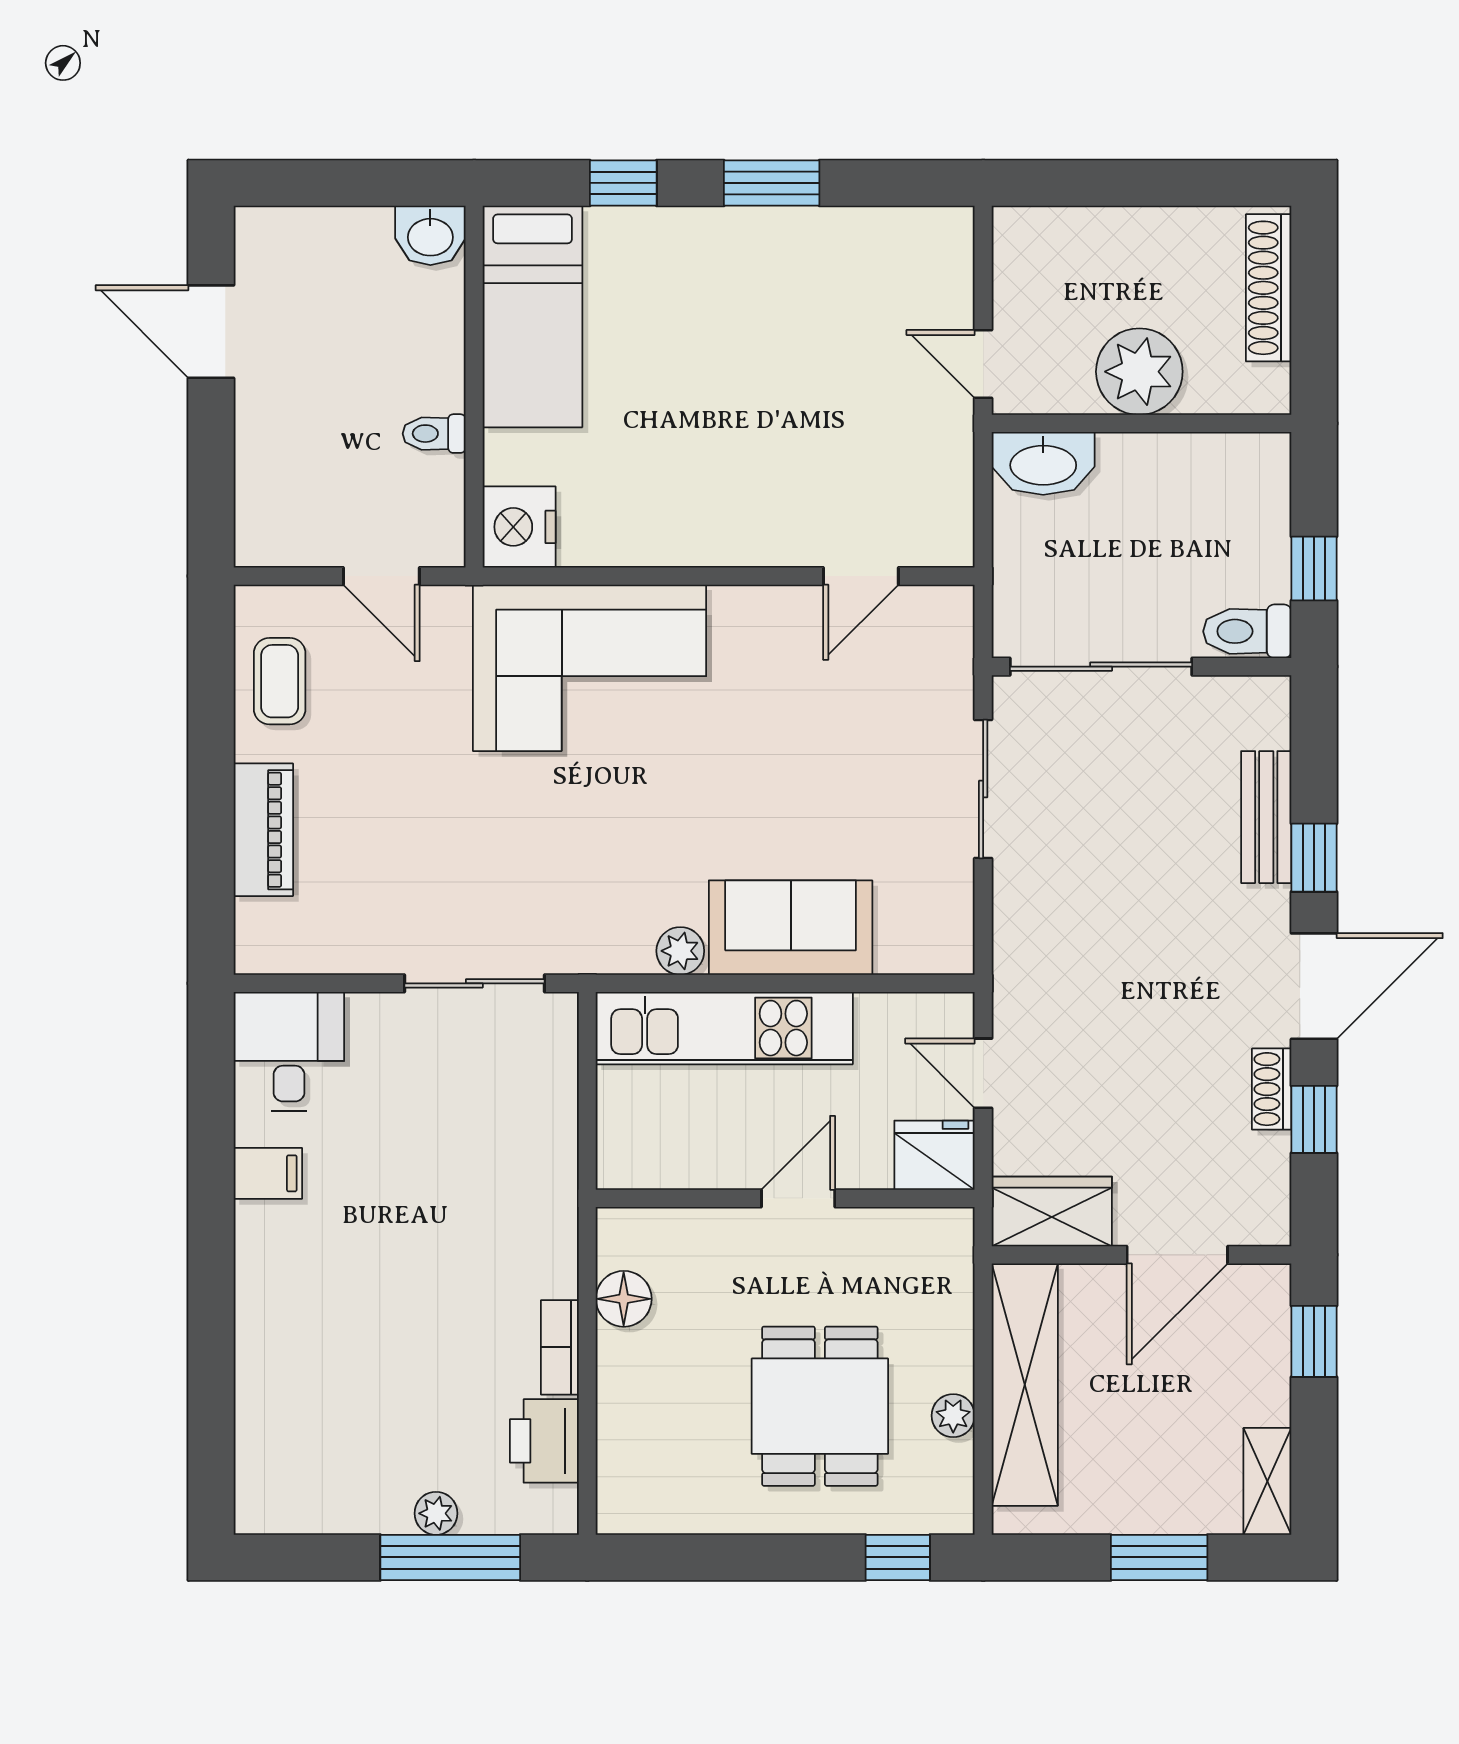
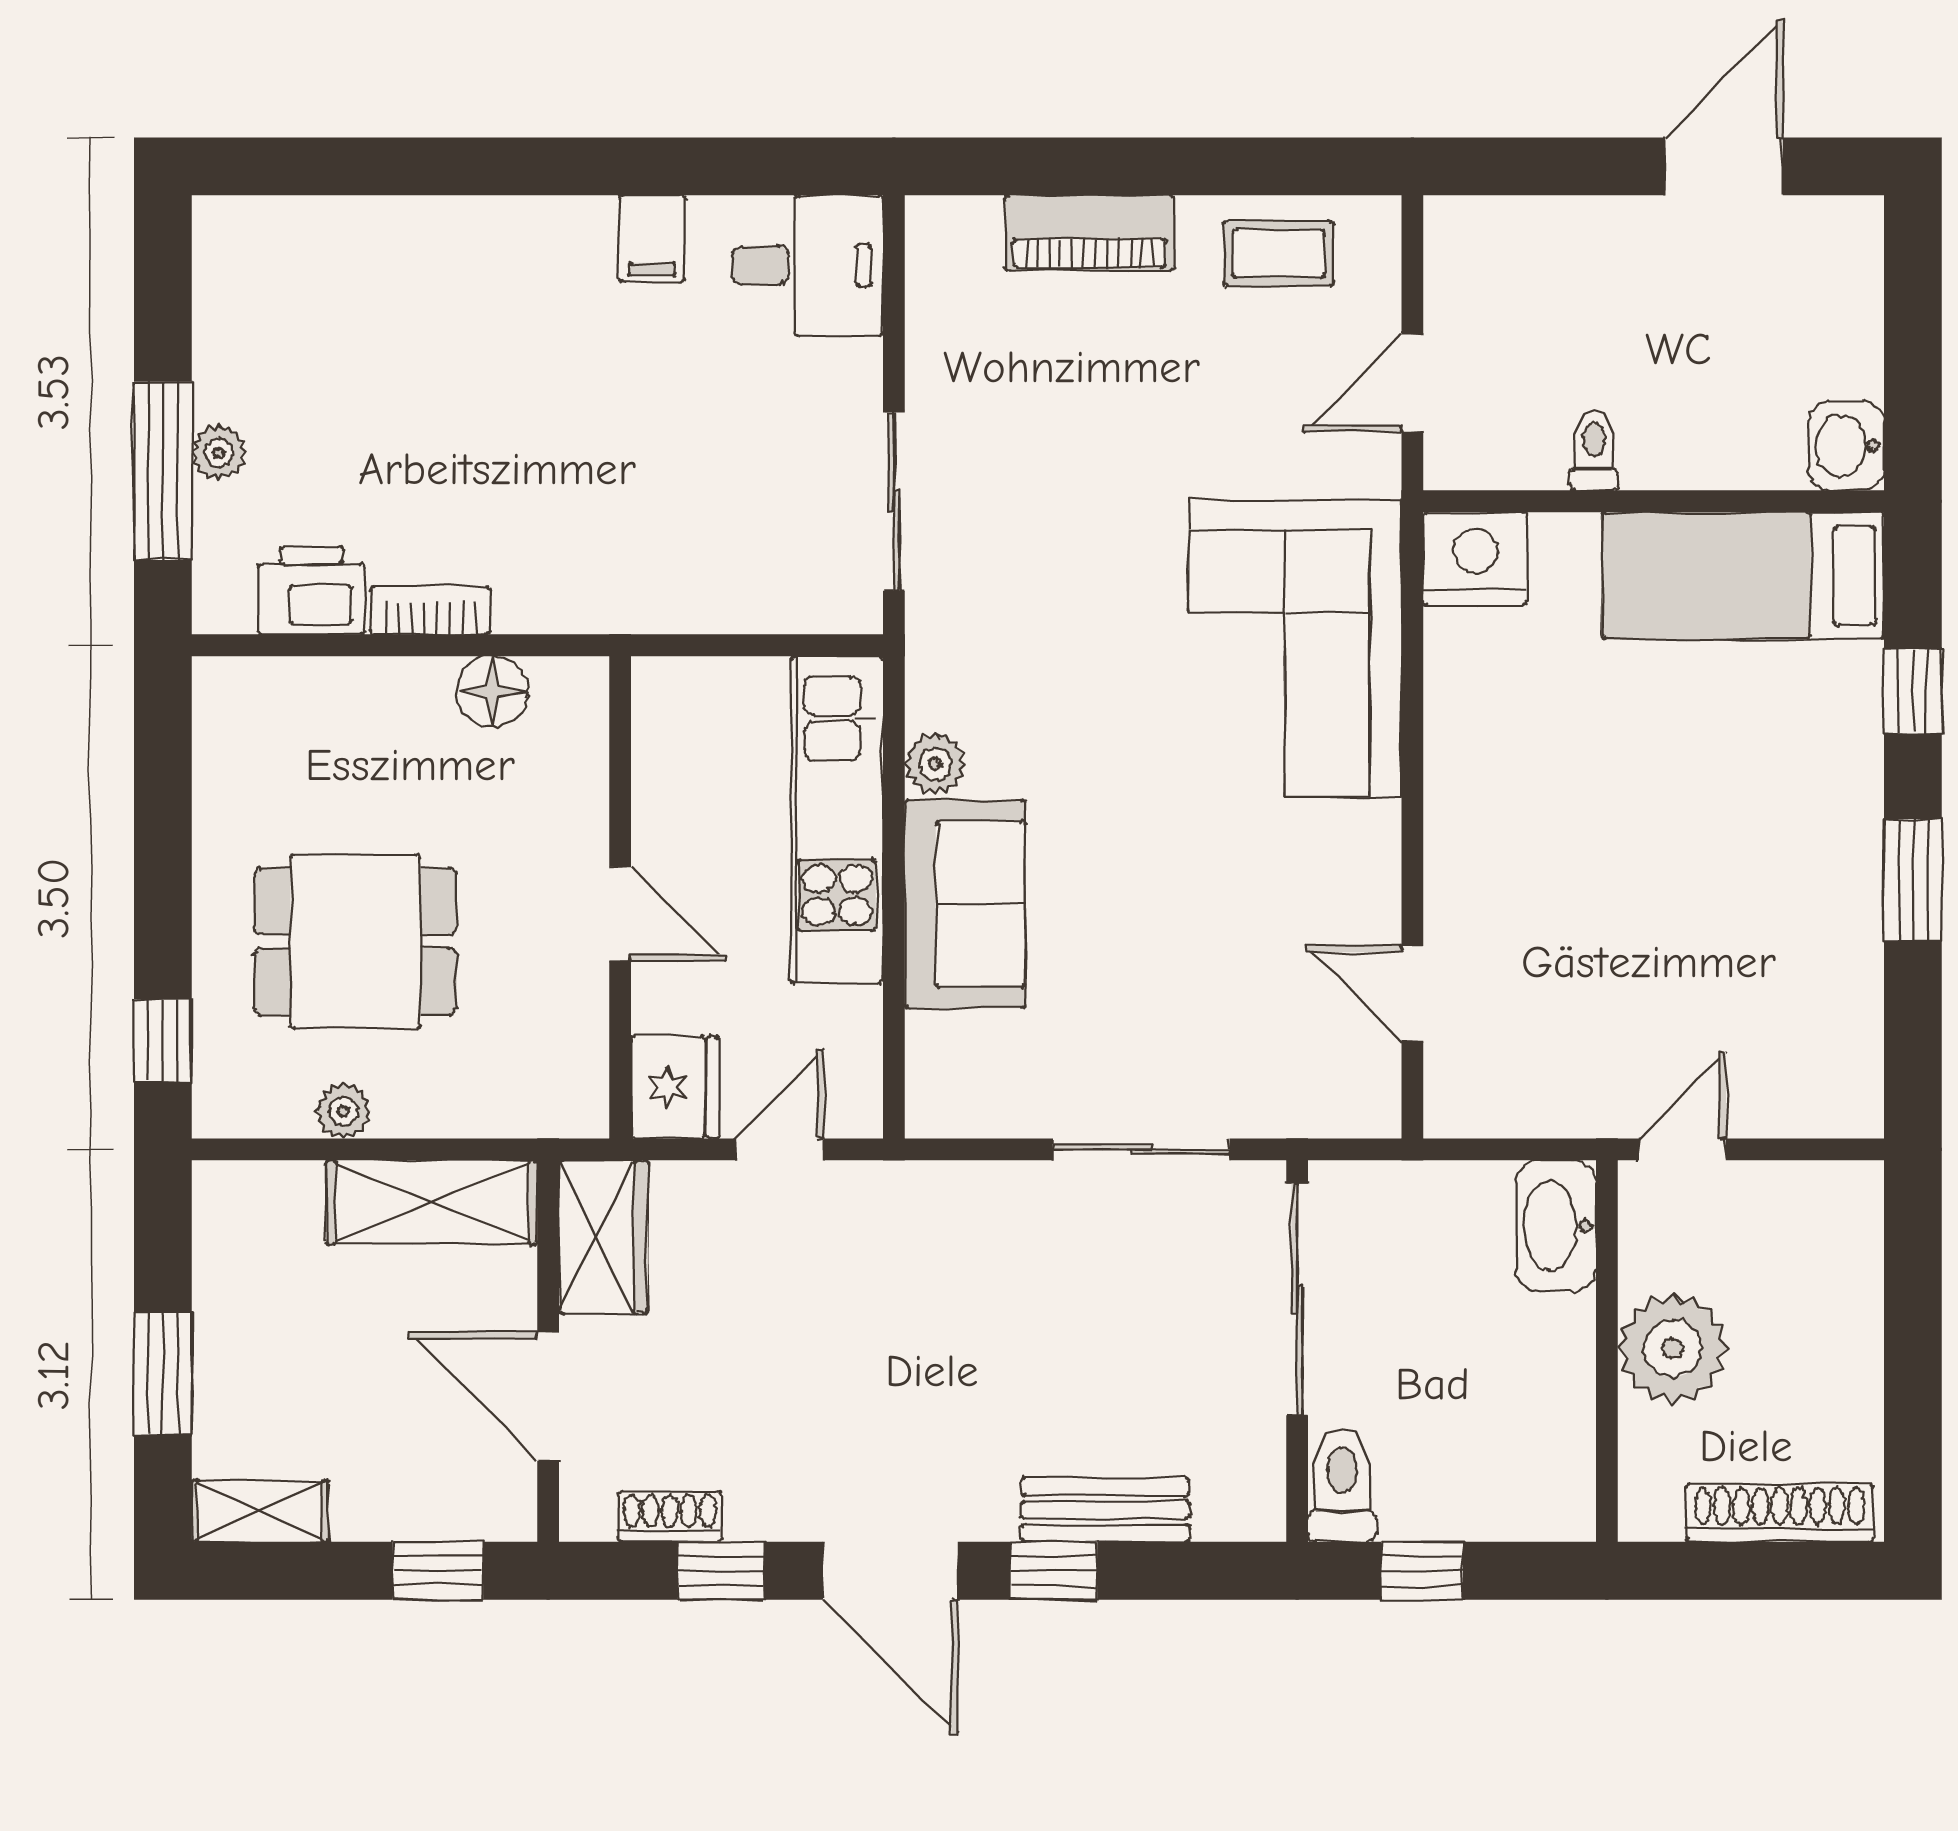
shoe rack: (1272, 1089) -> (670, 1517), moved
shelving: (1025, 1385) -> (432, 1202), width x0.68

